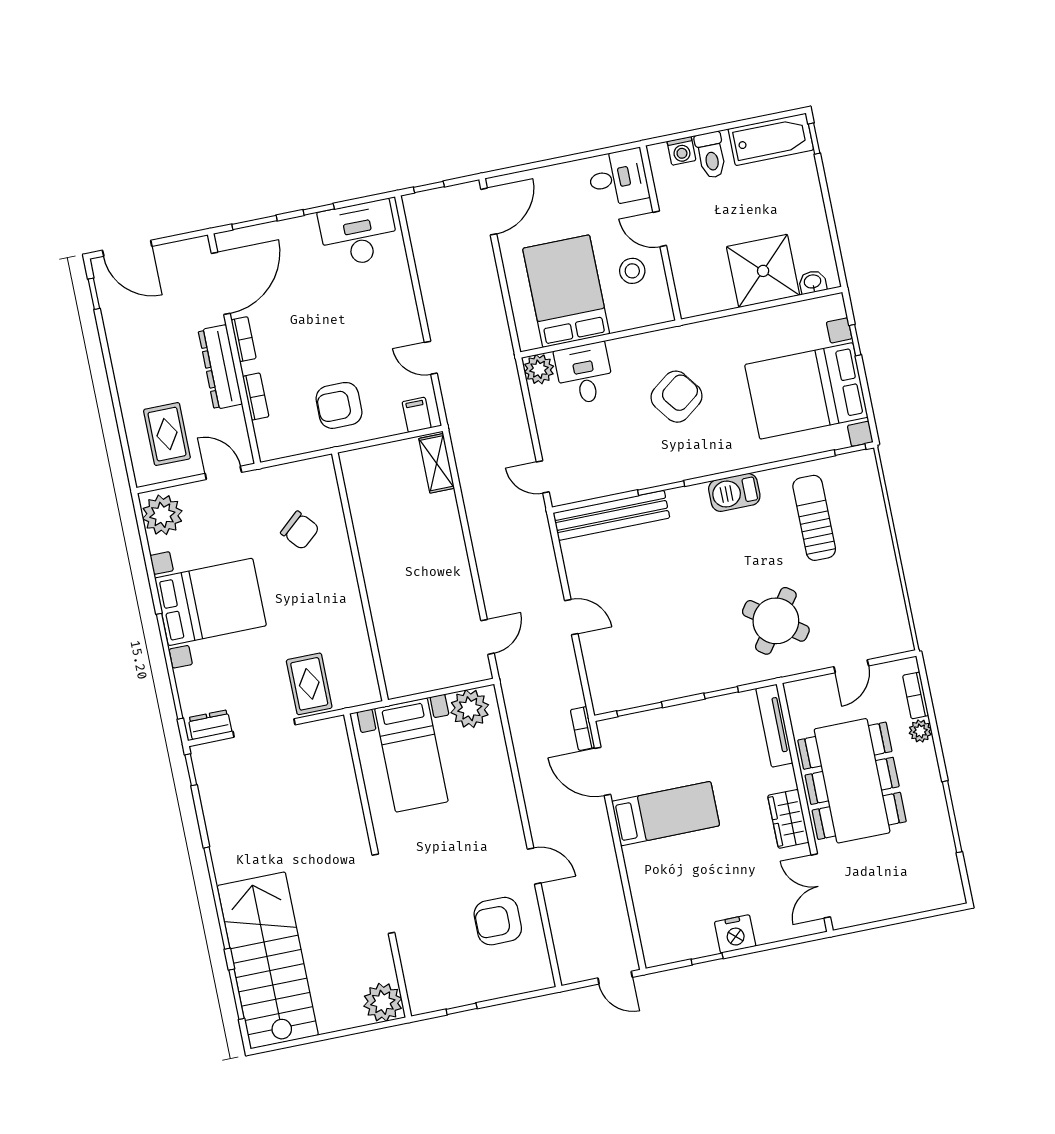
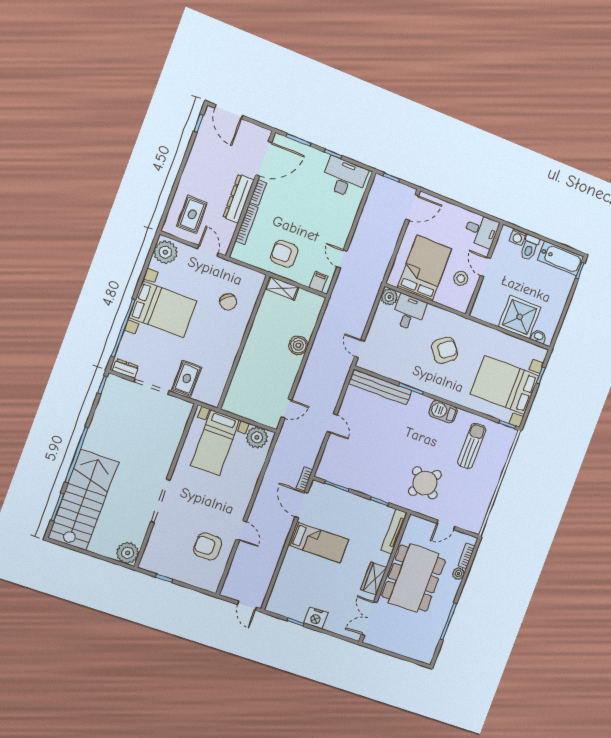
bookcase: (256, 397) -> (247, 224), width x1.56
shelving: (437, 463) -> (282, 288), moved, turned 90
boiler: (446, 530) -> (298, 345), added

